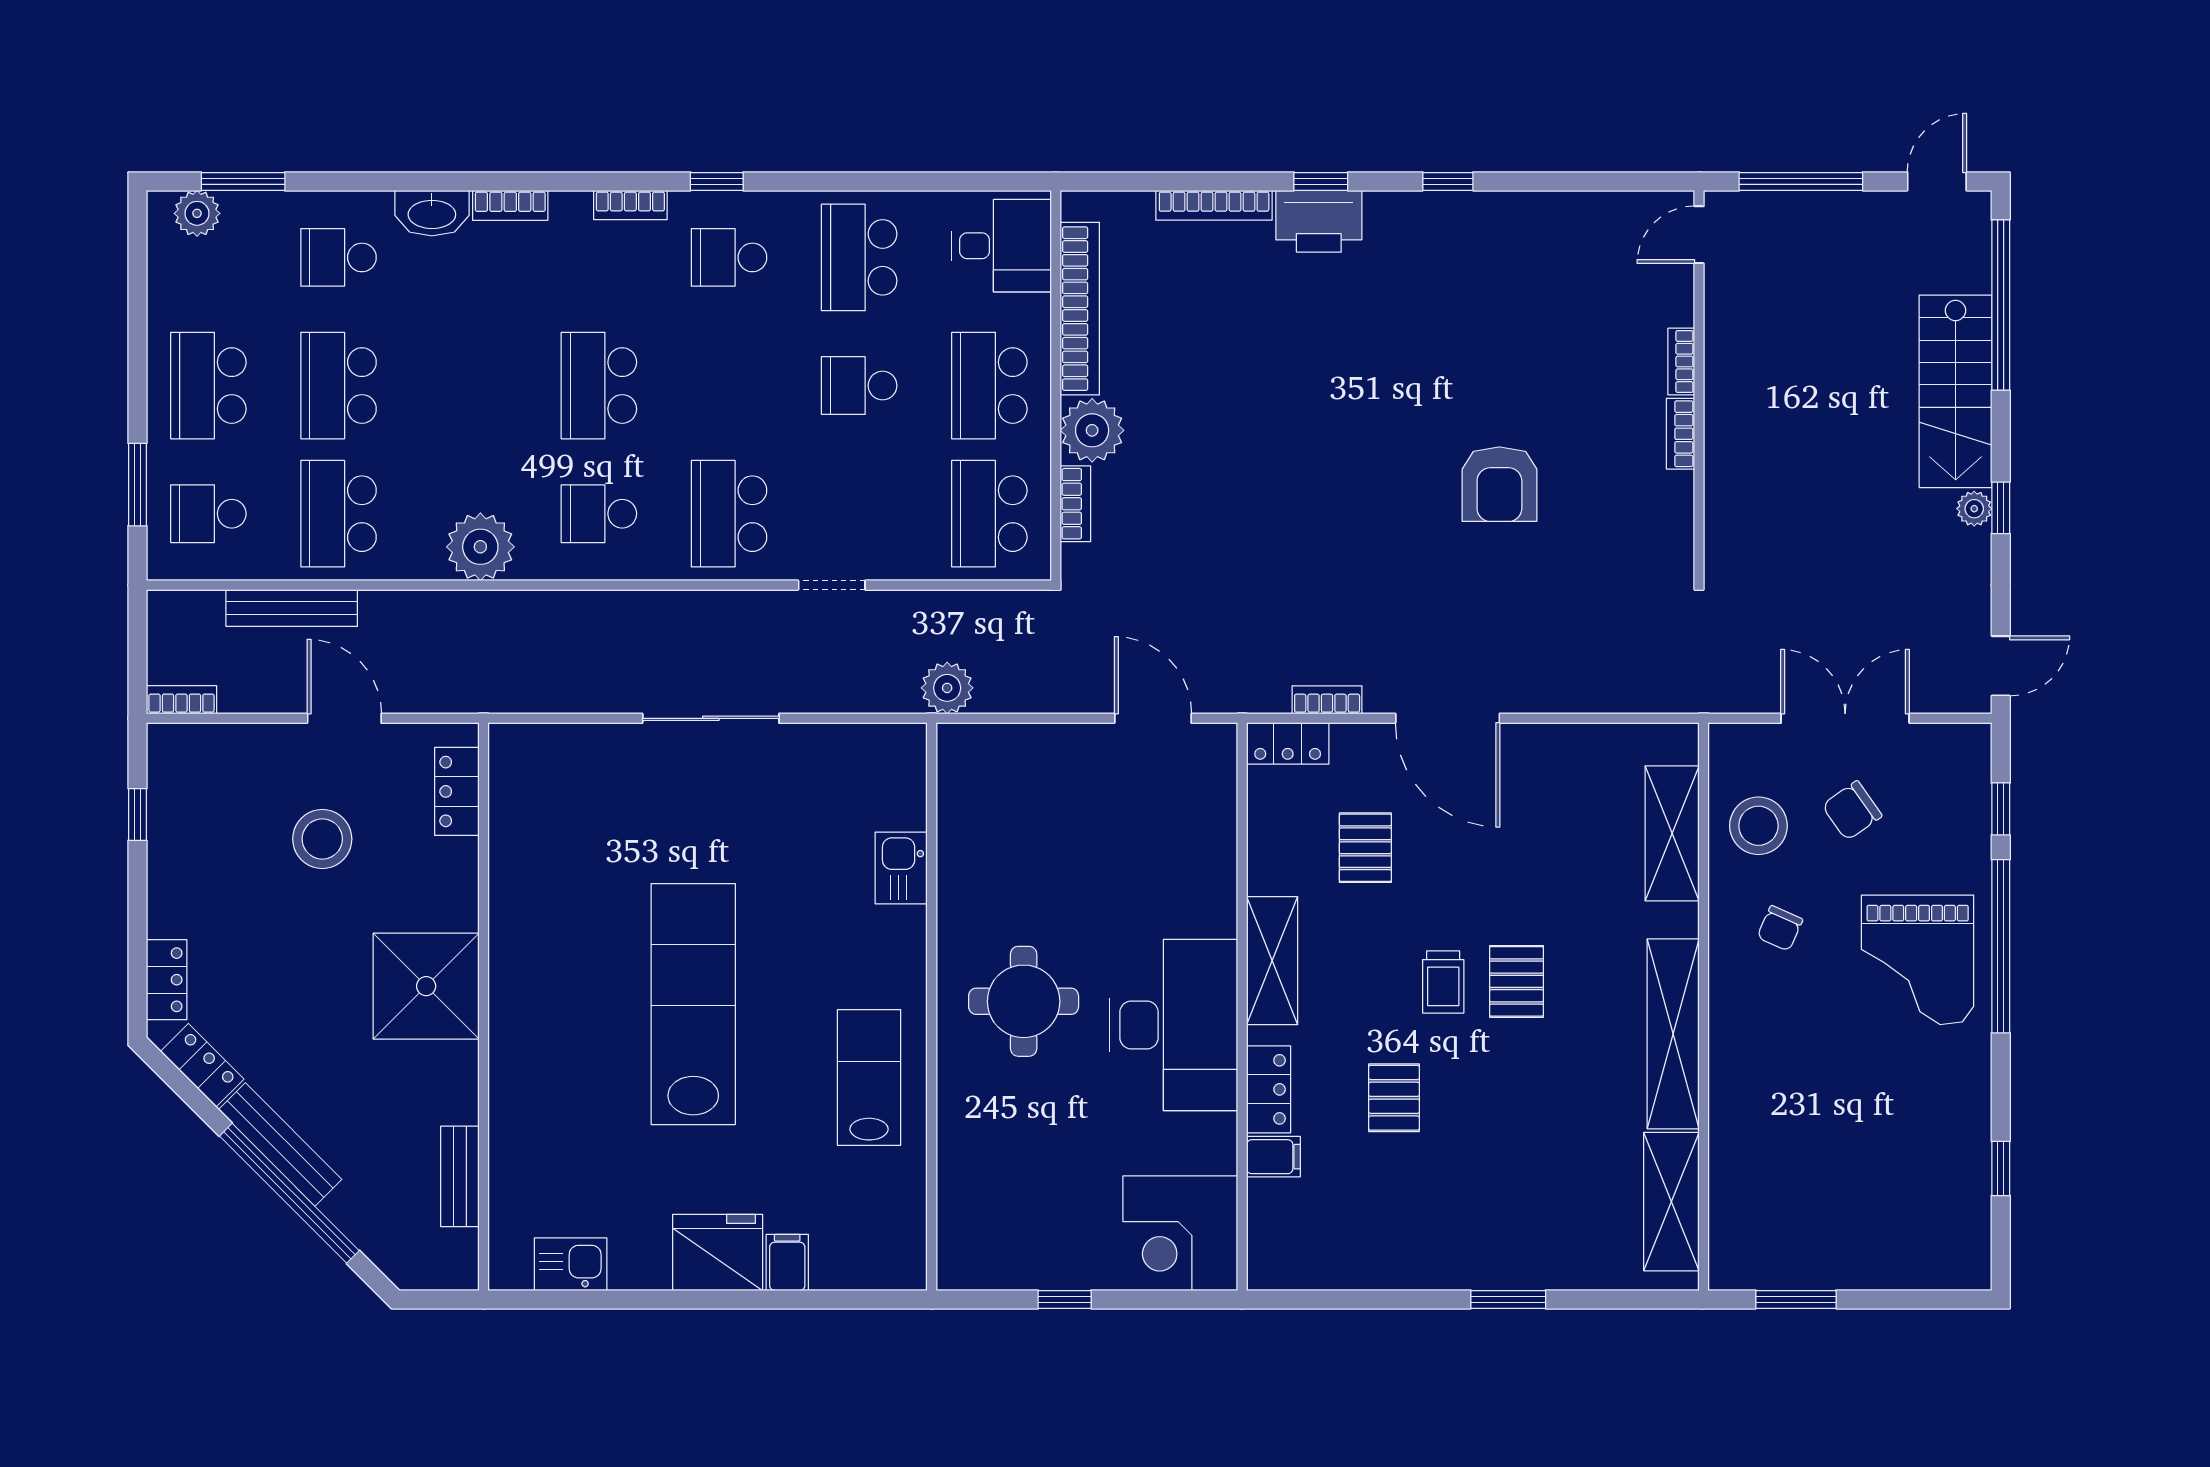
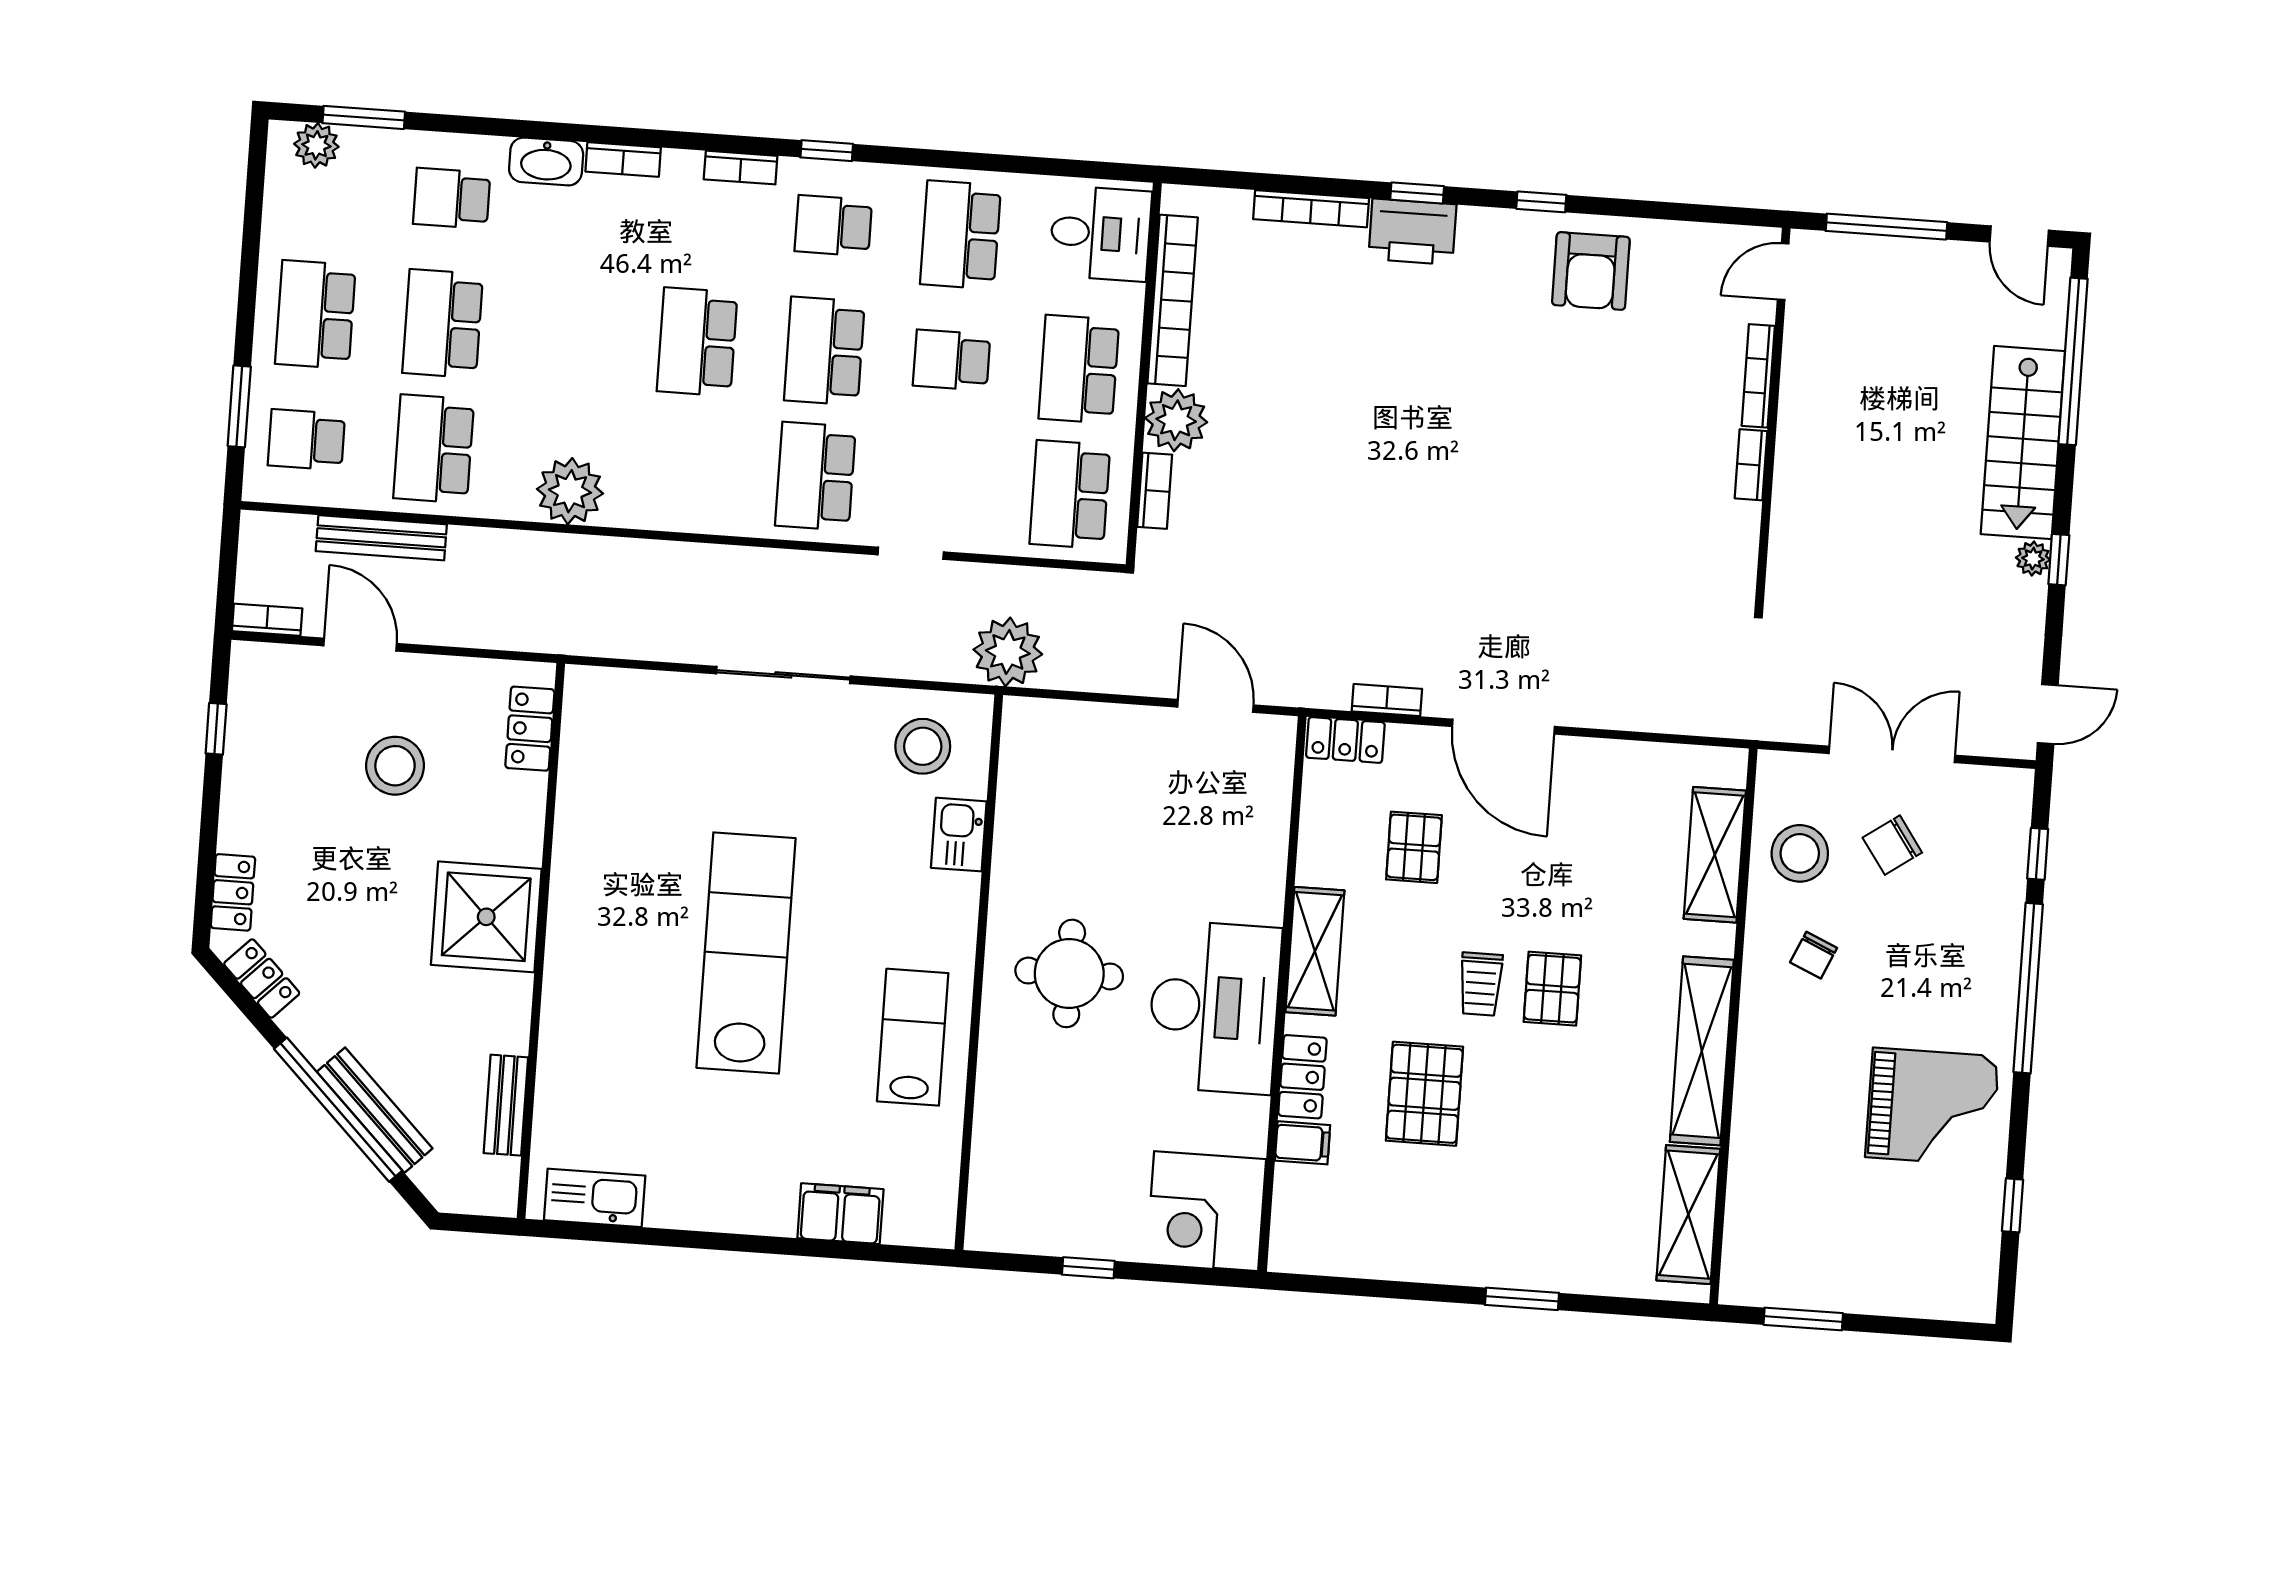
door: (1937, 181) -> (2019, 236), swing flipped
bookcase: (1681, 362) -> (1758, 376), width x1.56
armchair: (1499, 484) -> (1591, 271), moved
school desk: (599, 514) -> (824, 351), moved, width x1.85
plant: (947, 688) -> (1008, 652), width x1.36, depth x1.36
door: (344, 718) -> (360, 645), moved
stool: (858, 781) -> (923, 746), added
grand piano: (1918, 960) -> (1932, 1107), moved, turned -90
pallet: (1394, 1098) -> (1424, 1094), width x1.50, depth x1.42
bench: (280, 1144) -> (375, 1110), moved
fridge: (718, 1252) -> (752, 1198), removed
filing cabinet: (787, 1262) -> (840, 1214), width x2.00
kitchen sink: (571, 1264) -> (595, 1198), width x1.38

